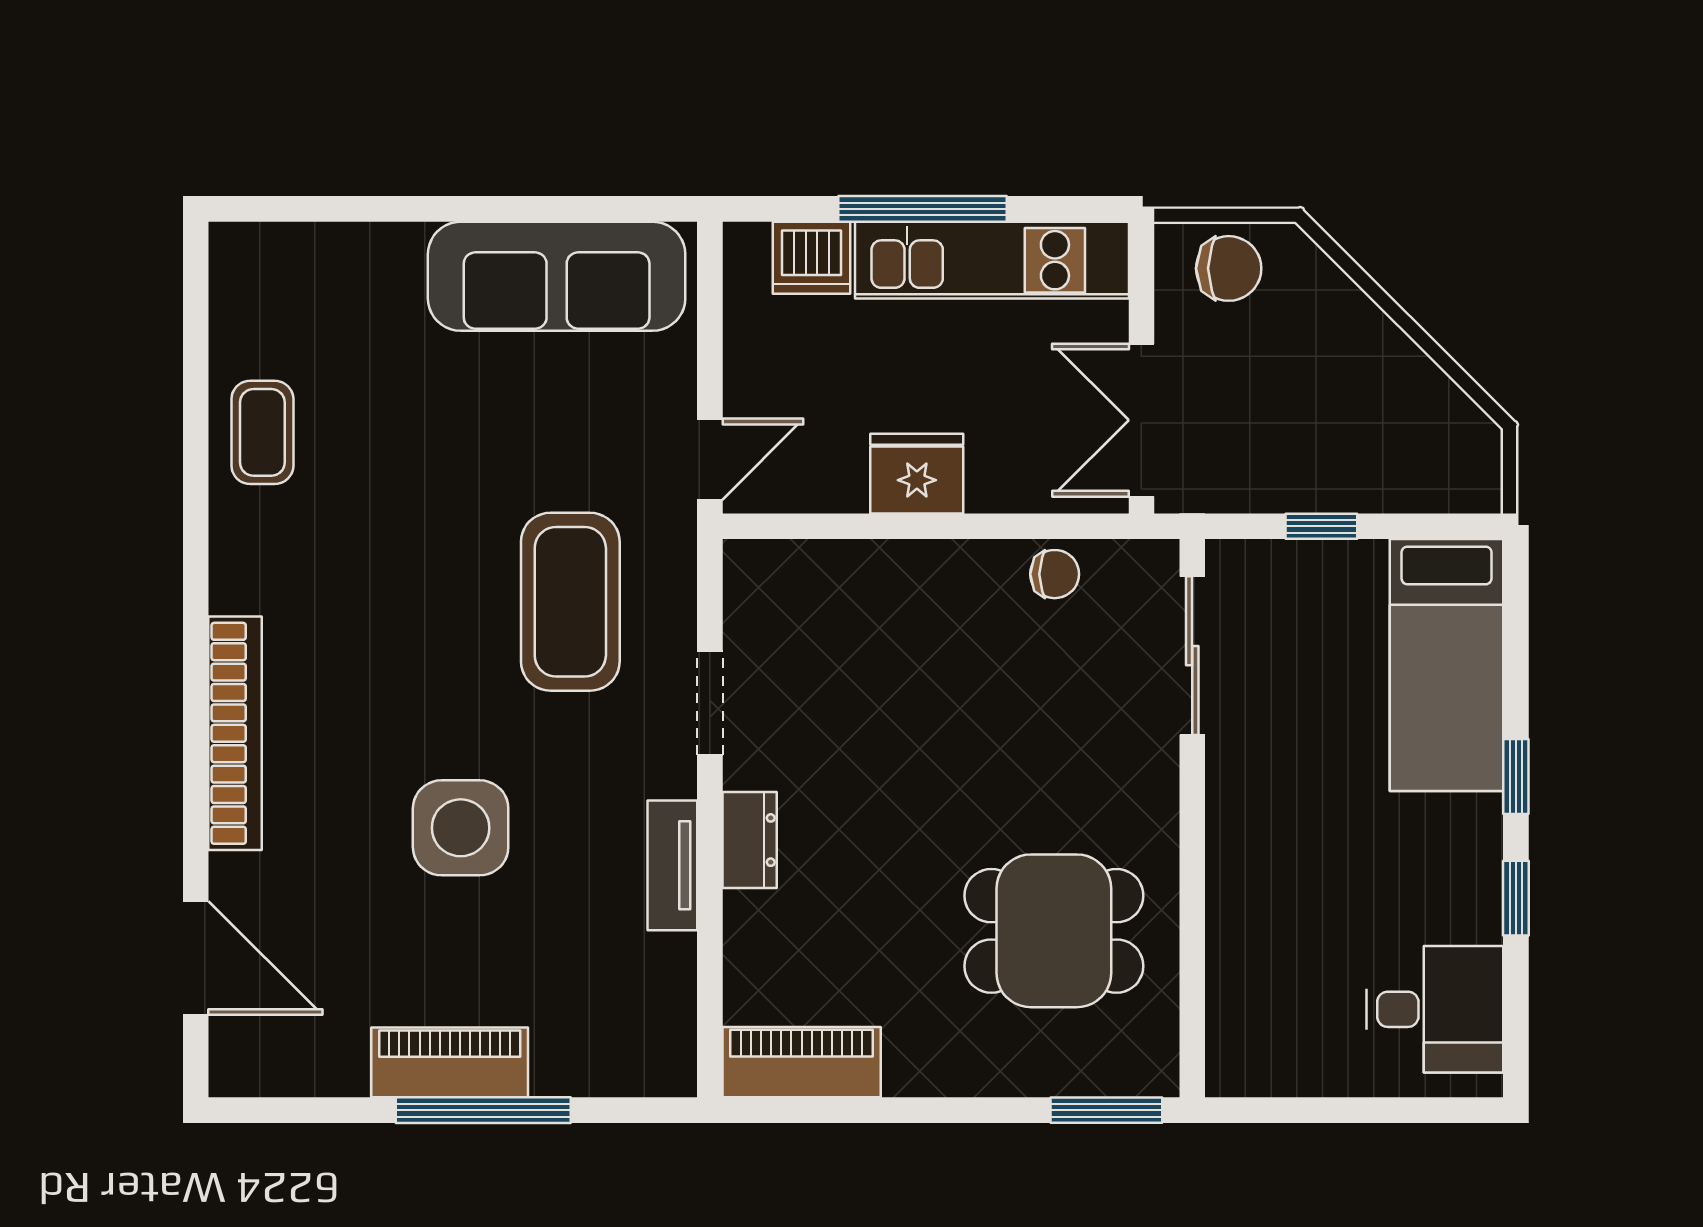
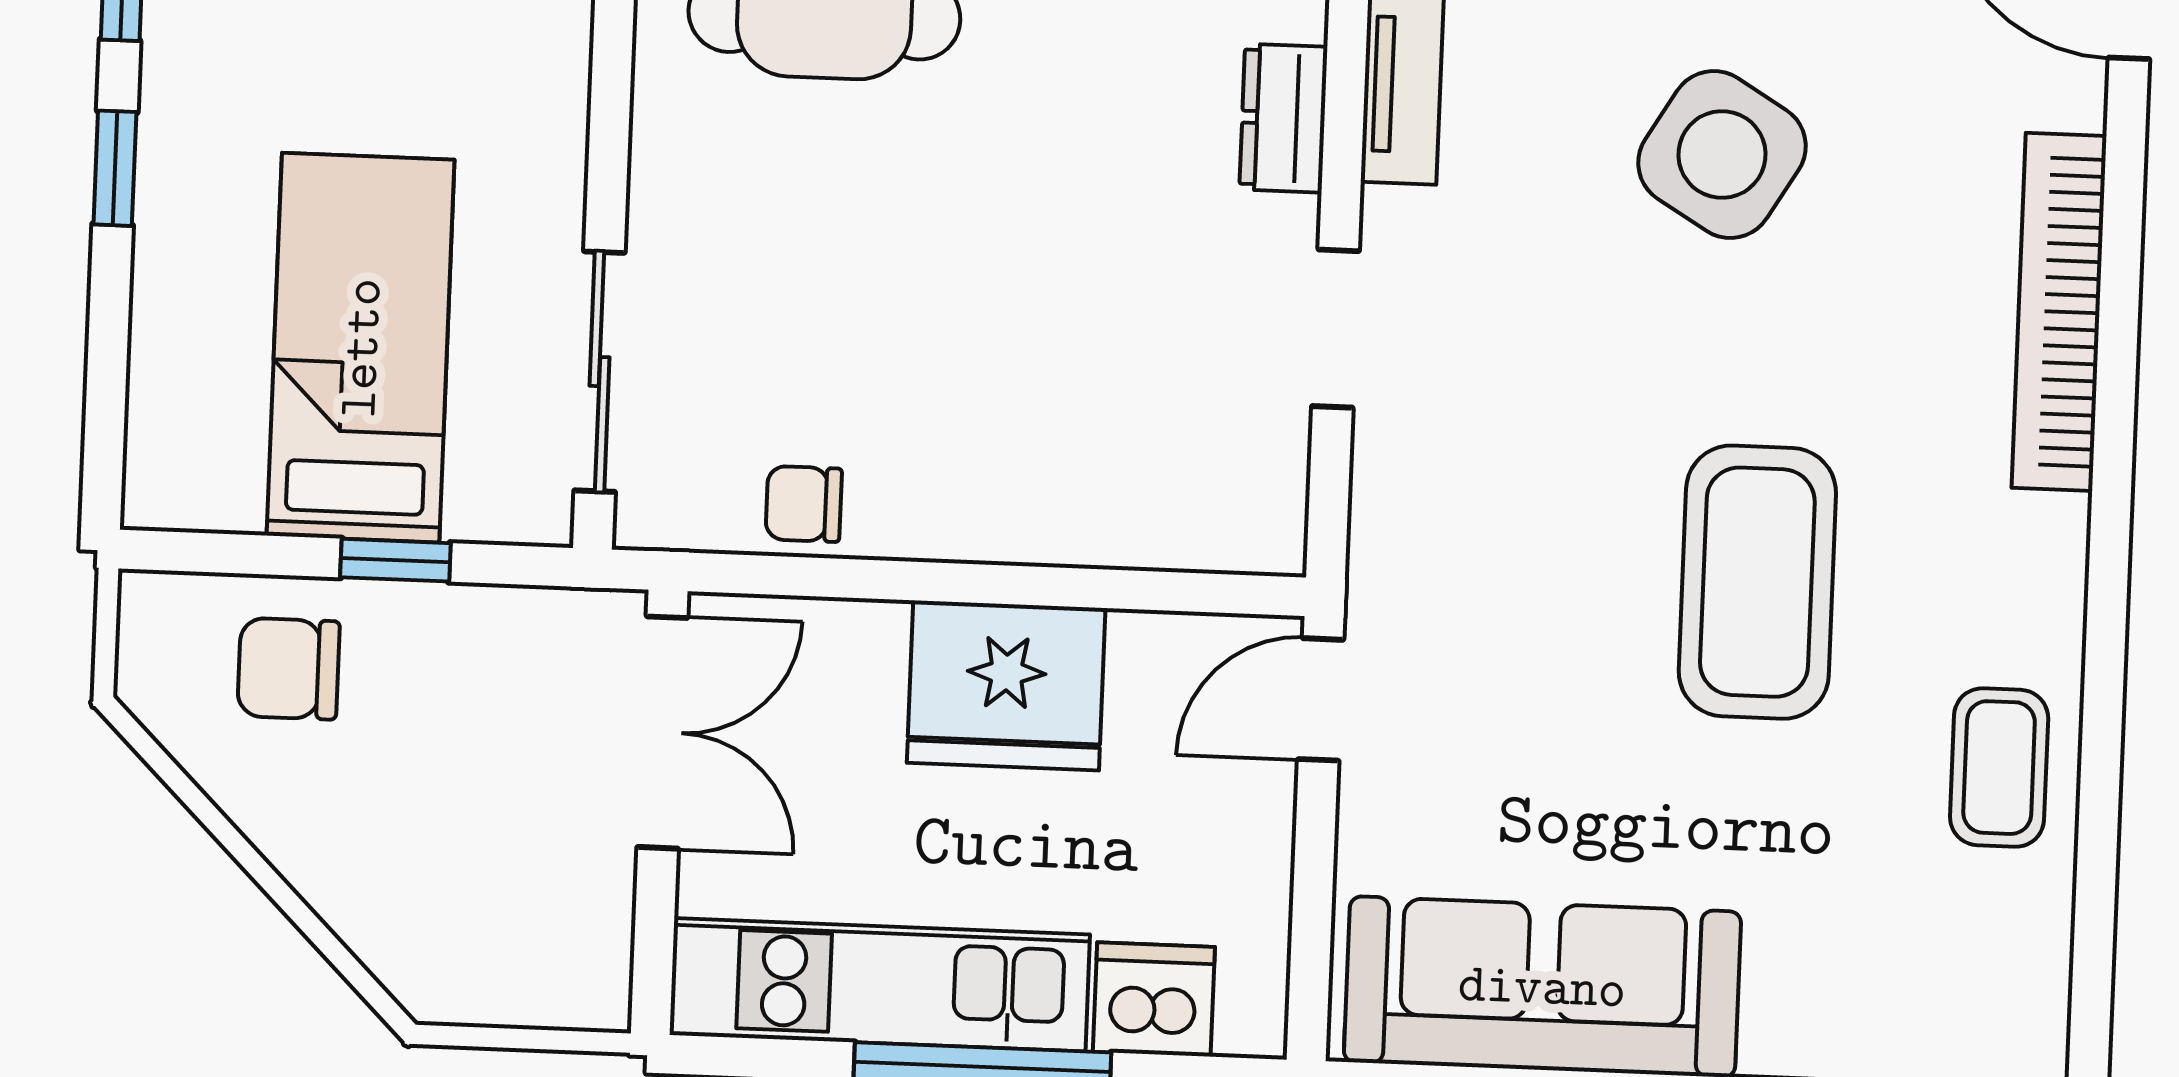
chair: (1229, 268) -> (288, 669), moved
fridge: (917, 474) -> (1006, 685), width x1.36, depth x1.34
coffee table: (570, 602) -> (1757, 582), moved
bed: (1447, 665) -> (361, 348), moved
side table: (461, 828) -> (1722, 154), turned 31

